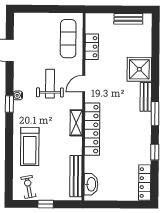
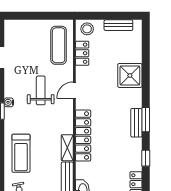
stool: (97, 22) -> (87, 29), added
bench: (146, 97) -> (136, 123), moved
shelving: (76, 123) -> (67, 148), moved

